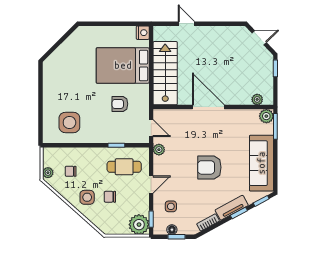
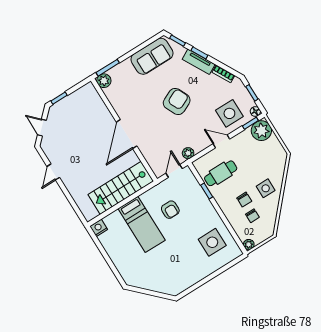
door: (186, 24) -> (53, 172), moved
bed: (123, 65) -> (142, 224), width x0.67
plant: (257, 99) -> (95, 97), removed
sofa: (261, 163) -> (152, 56), width x0.73
cafe table: (124, 167) -> (221, 173), turned 90
armchair: (209, 167) -> (177, 101), turned -115
plant: (48, 173) -> (249, 245), moved
chair: (110, 197) -> (244, 200), moved
side table: (171, 206) -> (229, 113), width x1.87, depth x1.87
floor lamp: (172, 230) -> (255, 111), moved

